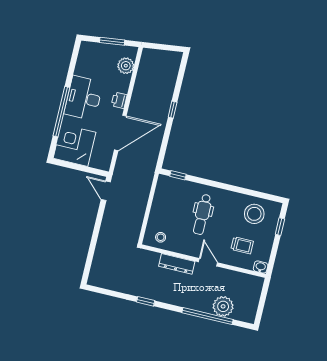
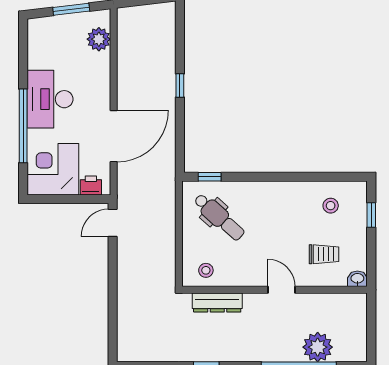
printer: (119, 100) -> (91, 185), moved, turned 90
door: (106, 191) -> (113, 223), hinge flipped
dental chair: (202, 214) -> (219, 217), moved, turned -48
stool: (254, 214) -> (331, 206), width x0.53, depth x0.53
dresser: (177, 264) -> (217, 302), moved

